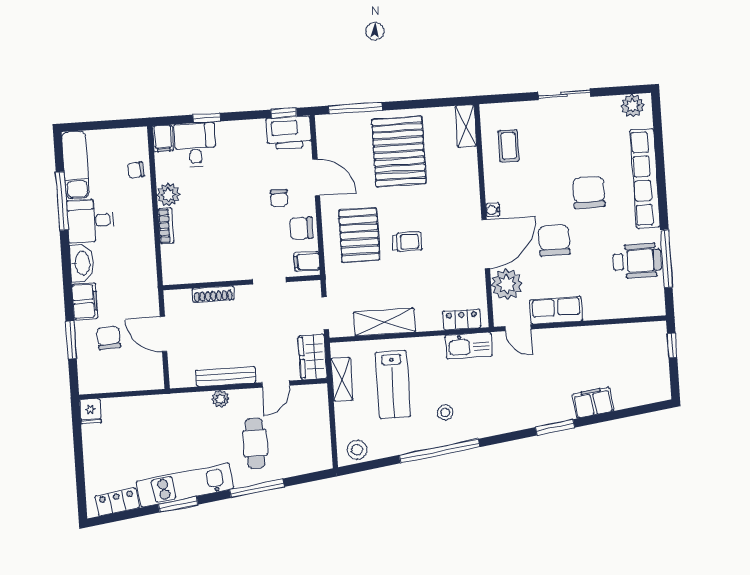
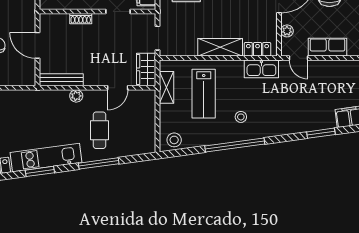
plant: (507, 284) -> (287, 31), width x0.53, depth x0.53
shoe rack: (213, 294) -> (81, 19), width x0.70
shelving: (384, 322) -> (220, 47), moved
bench: (226, 377) -> (61, 80), moved

